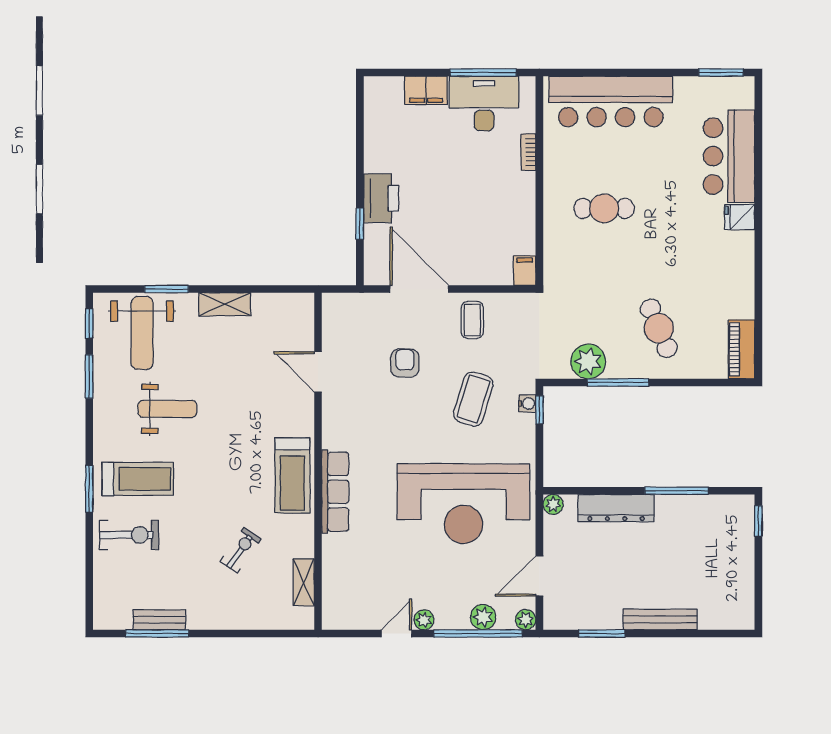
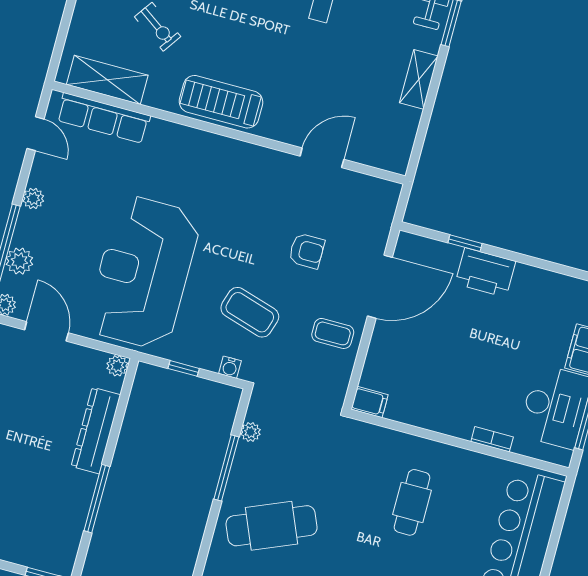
cafe table: (659, 328) -> (272, 526), width x1.37, depth x1.35
plant: (588, 361) -> (251, 432), width x0.53, depth x0.53
window: (539, 410) -> (184, 368), moved
row of seats: (335, 492) -> (103, 118), moved
shelving: (304, 582) -> (107, 80), width x1.50, depth x1.33
door: (396, 633) -> (35, 134), moved

